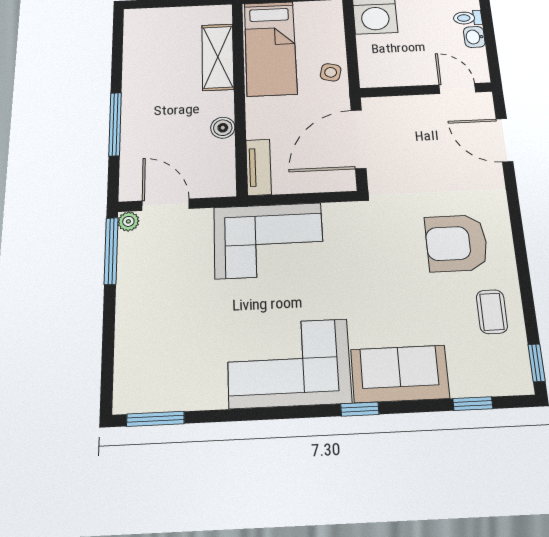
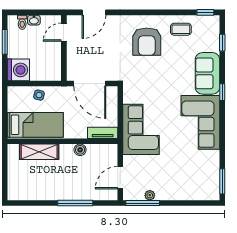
side table: (331, 72) -> (39, 95), moved
plant: (128, 221) -> (150, 195), moved

